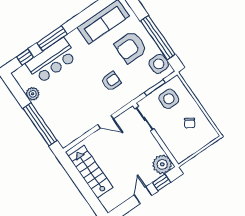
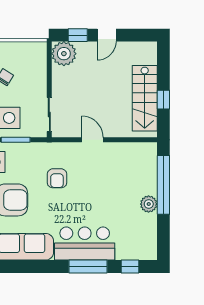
bar counter: (51, 61) -> (85, 244), moved
armchair: (111, 81) -> (57, 178), turned -90
plant: (33, 94) -> (149, 204), moved
window: (78, 179) -> (163, 100), added

